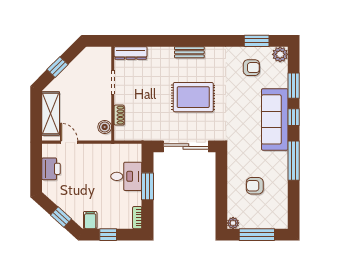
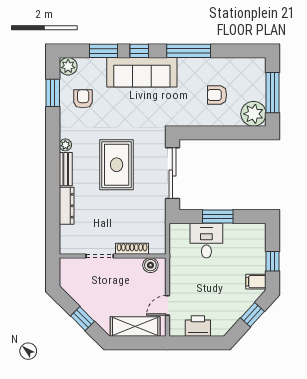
plant: (211, 52) -> (65, 145), added
dresser: (131, 53) -> (67, 206), moved
shoe rack: (119, 115) -> (132, 249), width x1.43
armchair: (255, 186) -> (217, 95), turned 90
bookcase: (137, 218) -> (253, 228), removed
plant: (233, 223) -> (253, 114), width x1.88, depth x1.88

